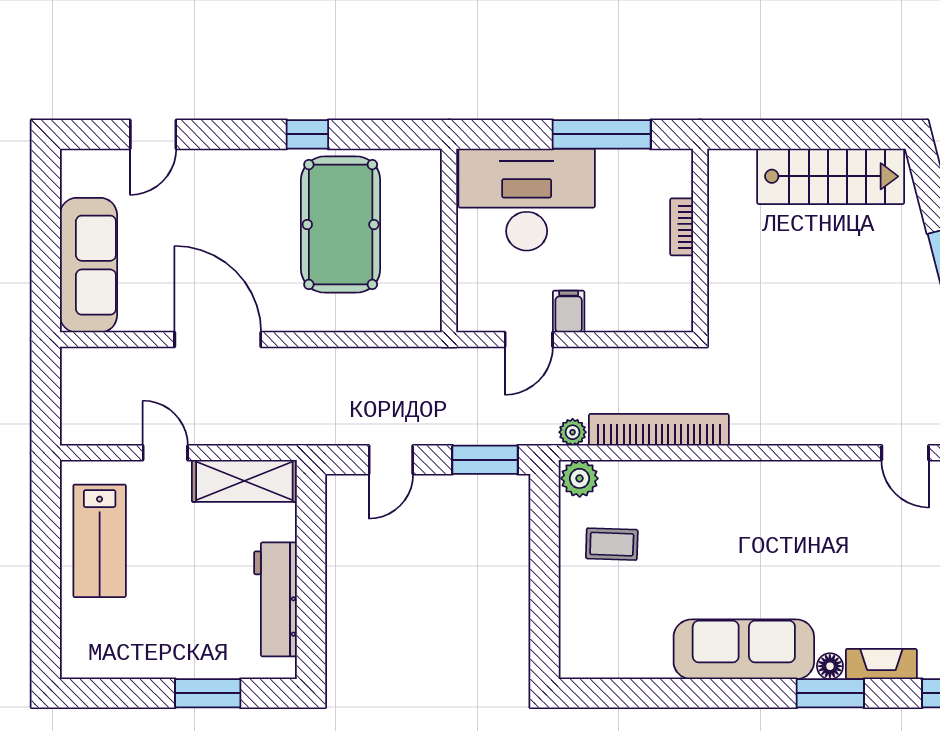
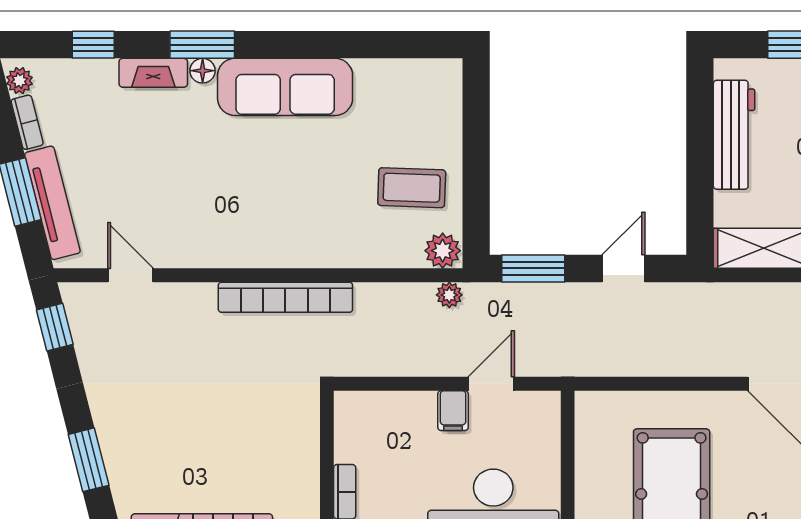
bookcase: (659, 430) -> (285, 297), moved
coffee table: (612, 544) -> (412, 188), width x1.36, depth x1.30

